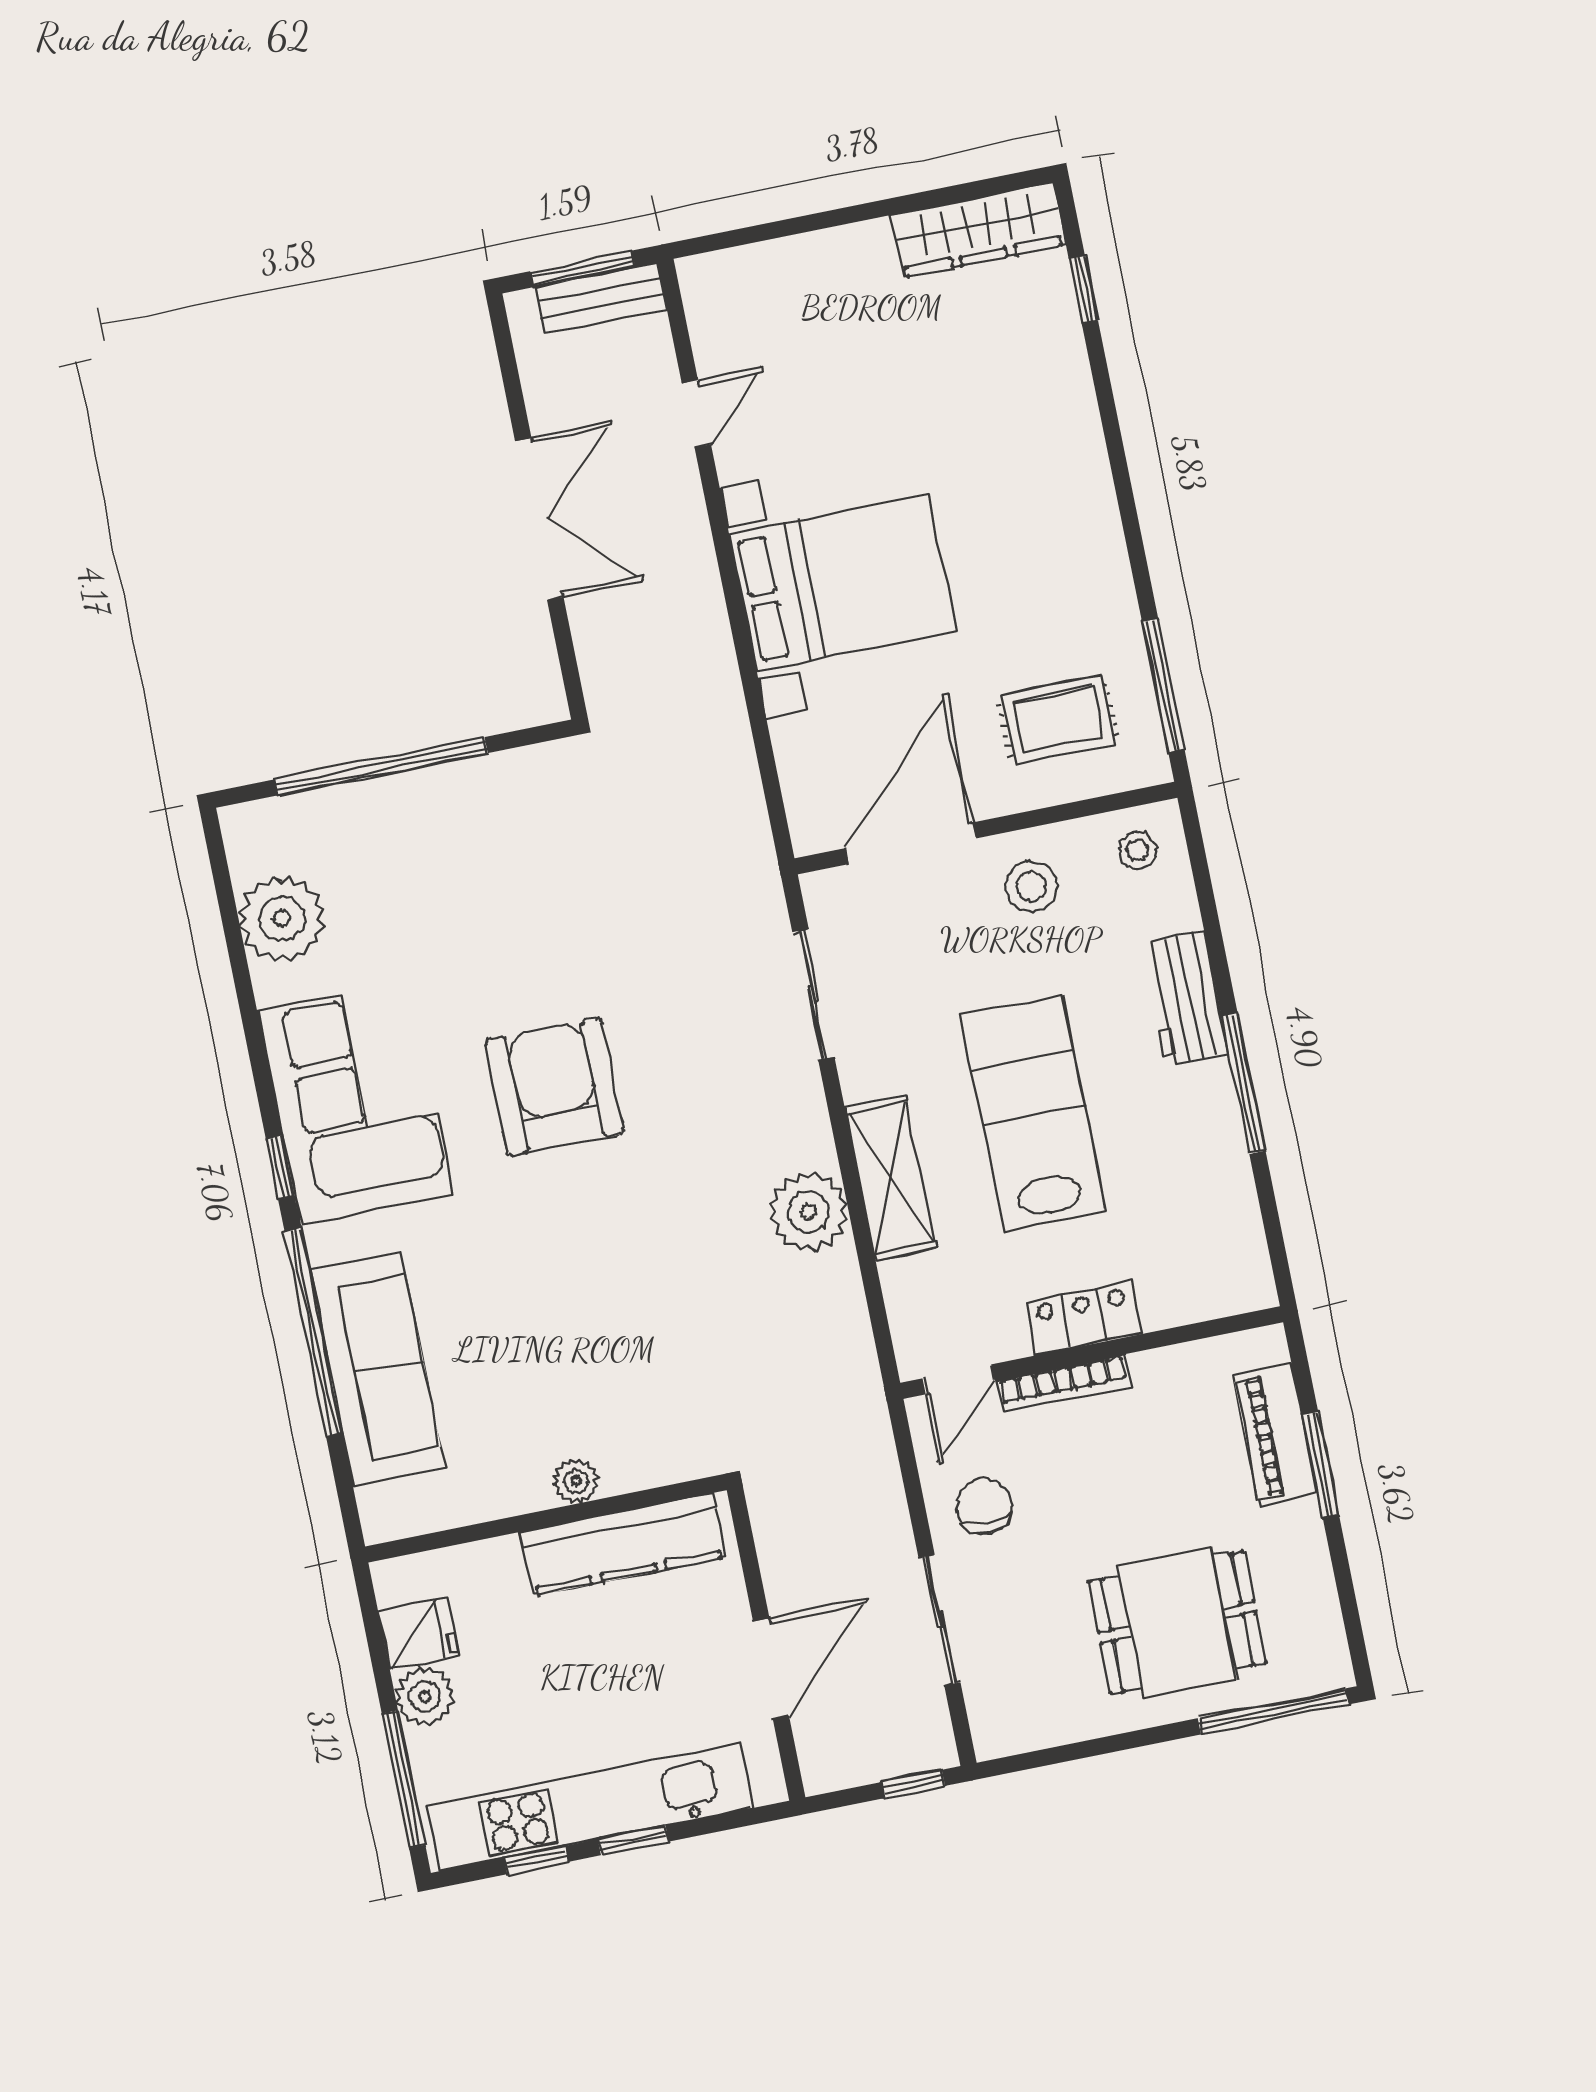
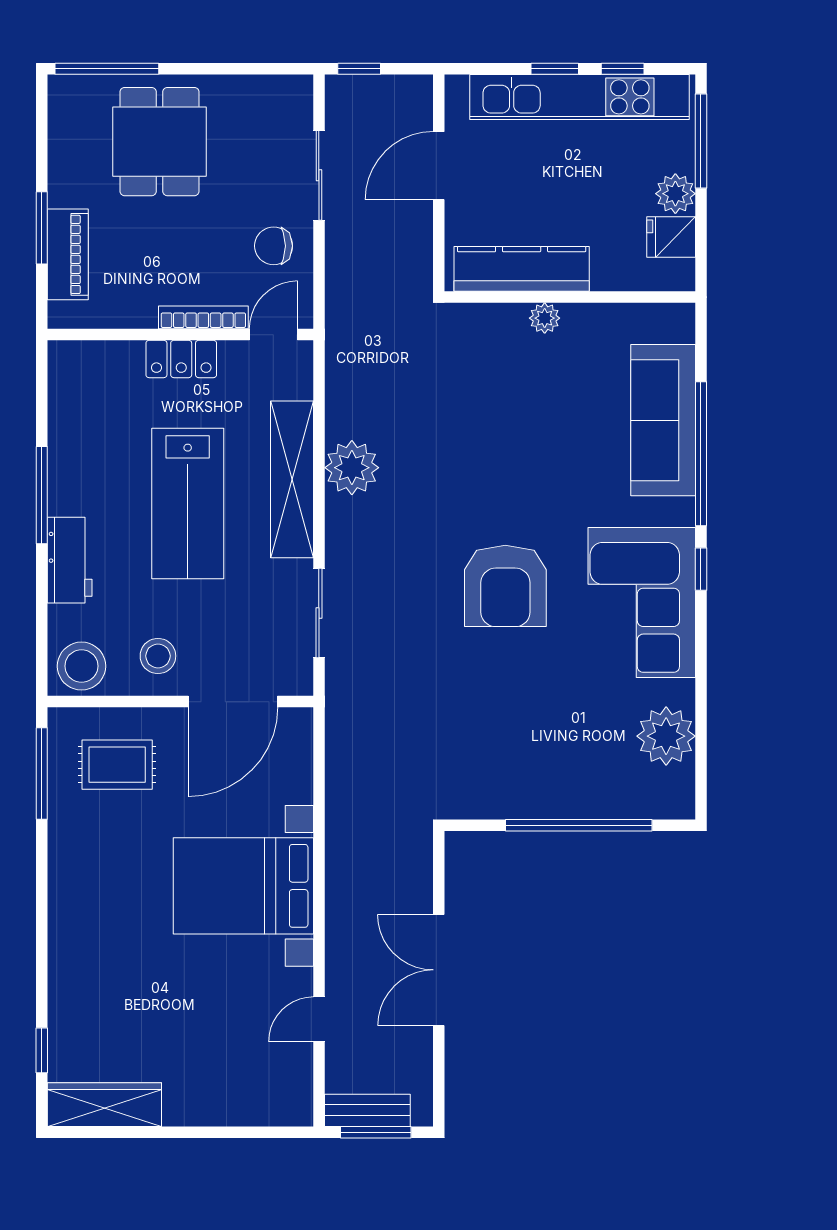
stool: (1137, 850) -> (81, 666), width x1.89, depth x1.89
shelving: (890, 1178) -> (292, 479), width x1.47
chair: (984, 1506) -> (274, 246), turned 90
dining table: (1177, 1622) -> (160, 142), turned 90

